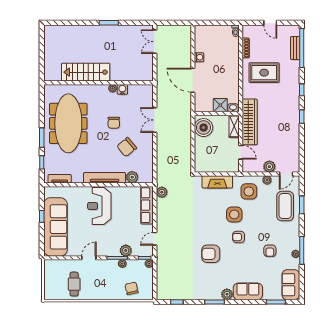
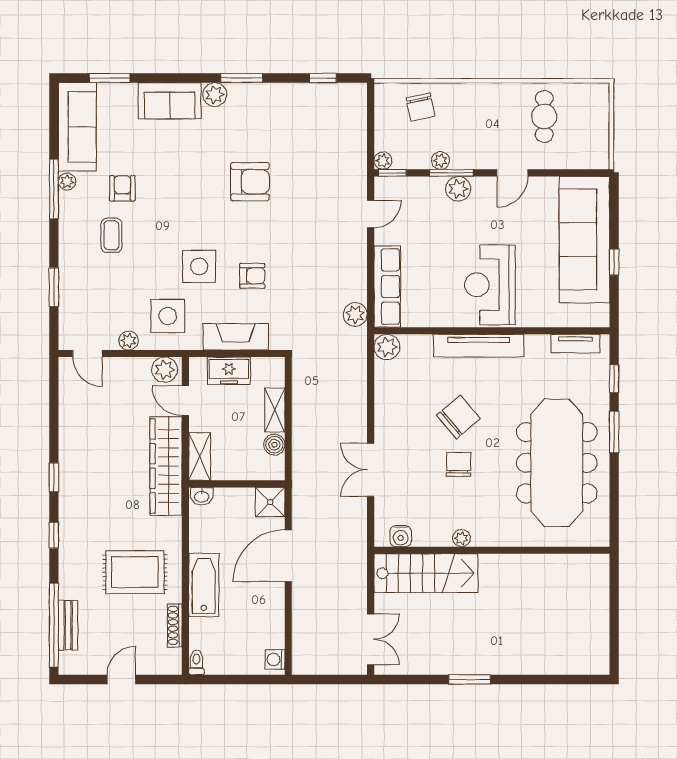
door: (270, 23) -> (121, 679), hinge flipped
washing machine: (199, 57) -> (275, 659), moved
bathtub: (232, 67) -> (204, 585), added
stairs: (86, 72) -> (426, 573), moved
door: (193, 80) -> (288, 556), swing flipped
water cooler: (122, 89) -> (401, 536), moved
shower: (220, 105) -> (270, 502), moved
double door: (155, 120) -> (371, 470), swing flipped
boiler: (204, 128) -> (274, 445), width x0.54, depth x0.54
chair: (127, 147) -> (458, 417), moved
shelving: (199, 148) -> (275, 410), added
freezer: (220, 166) -> (229, 371), added
plant: (269, 167) -> (165, 370), moved
door: (286, 174) -> (87, 354), swing flipped
plant: (132, 177) -> (387, 347), moved
reception desk: (99, 206) -> (490, 285), turned 180
coffee table: (285, 206) -> (111, 235), moved, width x0.54, depth x0.58
armchair: (239, 237) -> (252, 276), moved
plant: (126, 251) -> (458, 189), moved
sofa: (291, 285) -> (77, 127), width x1.36

